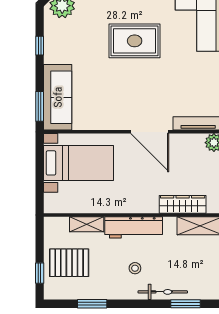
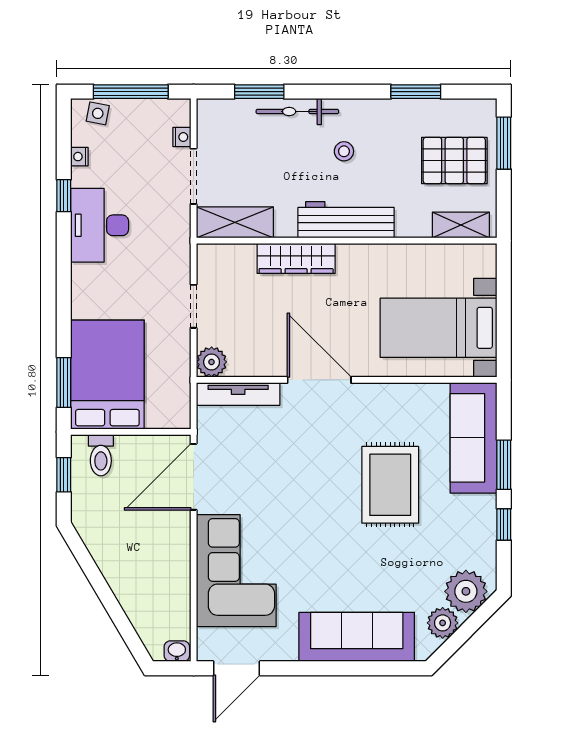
rug: (135, 41) -> (390, 485), moved, turned 90
window: (40, 106) -> (504, 465), moved
wardrobe: (183, 204) -> (296, 258), moved
shelving: (87, 224) -> (461, 225), moved
window: (40, 273) -> (504, 143), width x1.50

